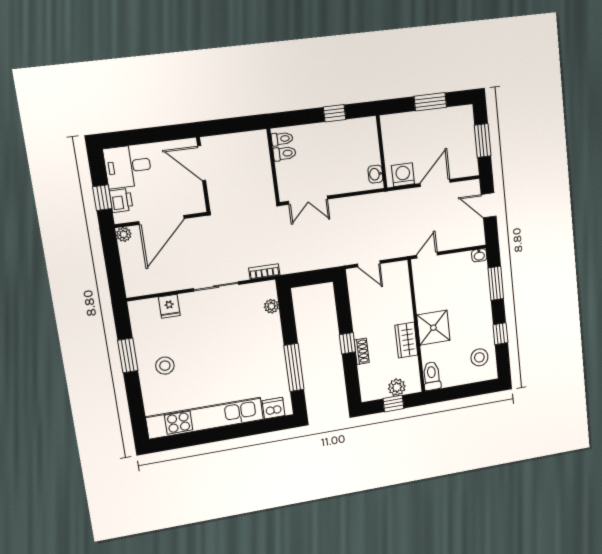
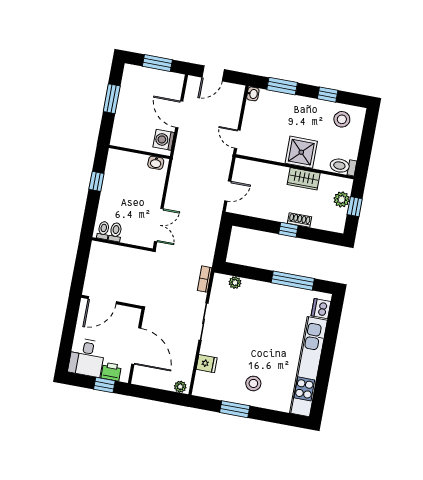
plant: (124, 234) -> (180, 387), moved

